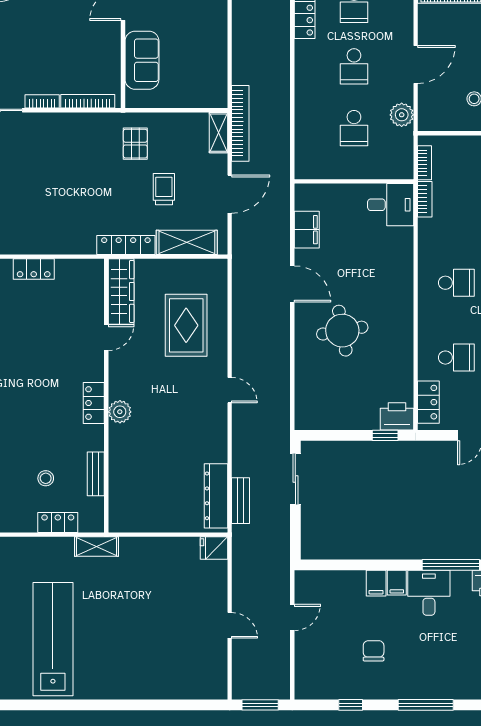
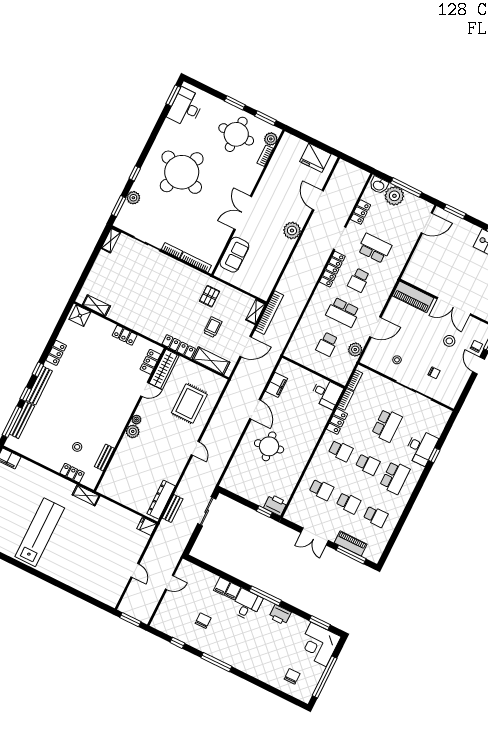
school desk: (354, 66) -> (343, 312), width x1.85
plant: (117, 391) -> (136, 420), added
locker: (428, 402) -> (337, 421), moved
locker: (94, 403) -> (150, 362), moved

